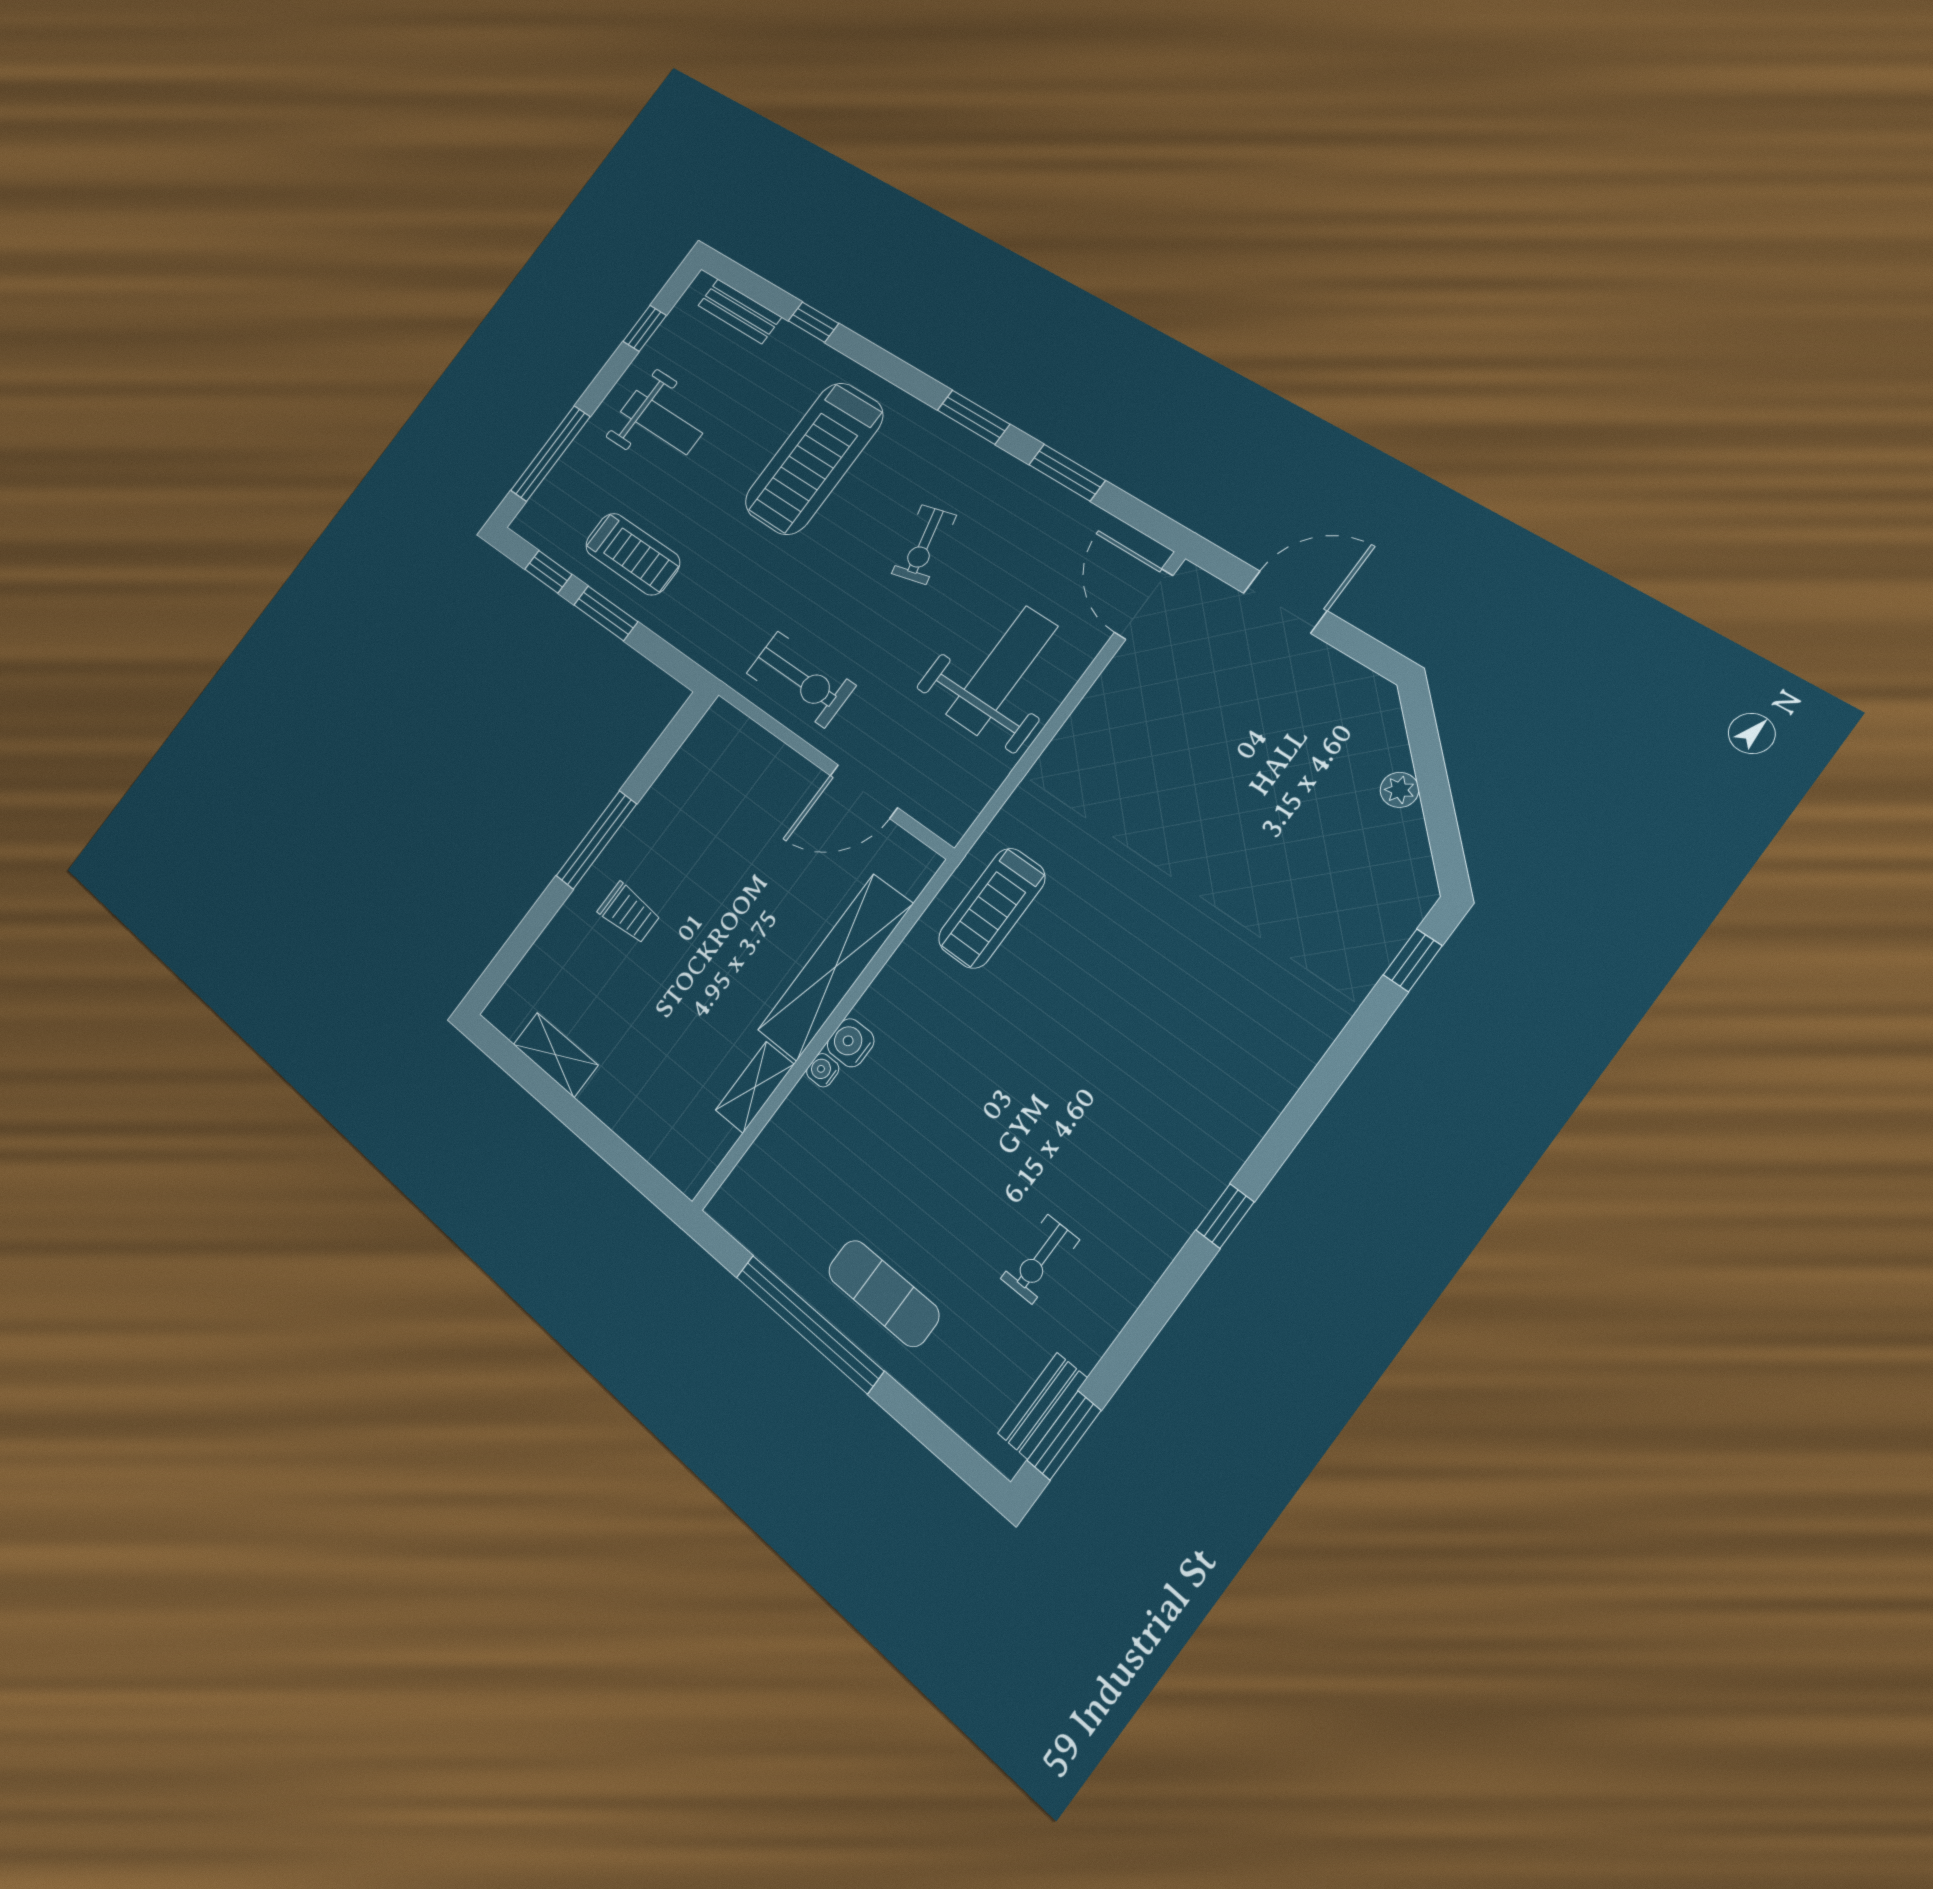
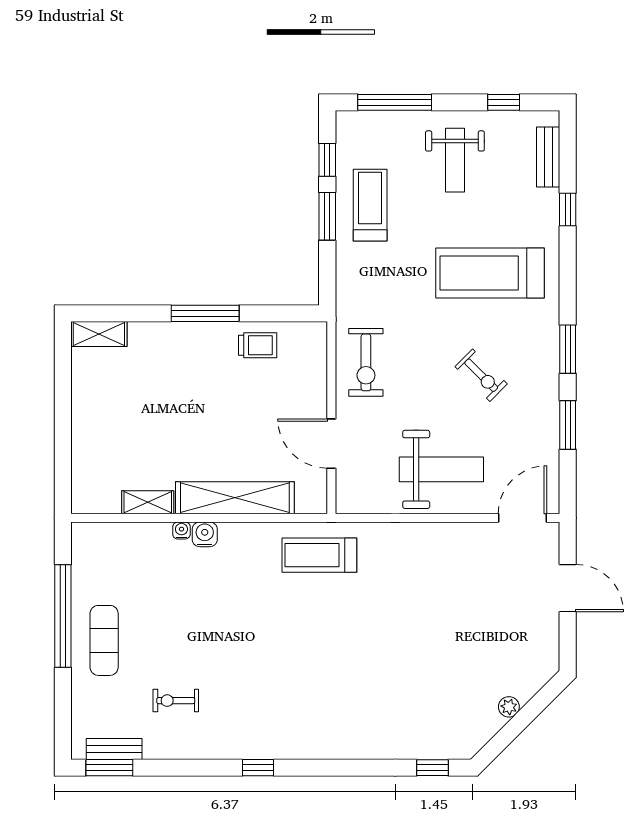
exercise bike: (924, 545) -> (481, 375), turned -121
treadmill: (633, 554) -> (370, 205), turned 180
trolley: (629, 913) -> (258, 345), moved, turned -90
shelving: (555, 1055) -> (99, 334), moved, turned 90

